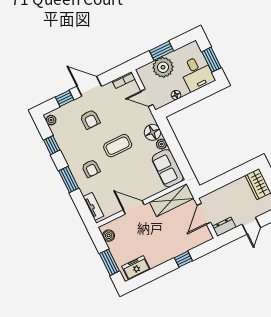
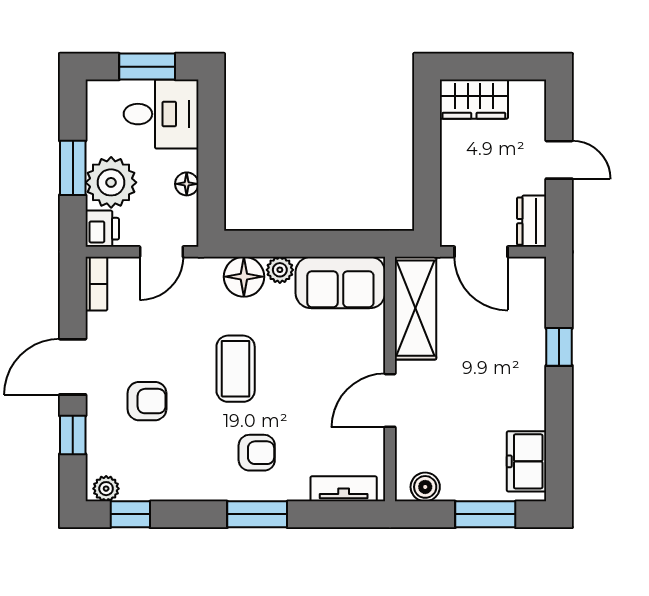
printer: (145, 72) -> (102, 229), added
window: (52, 145) -> (130, 514), moved

